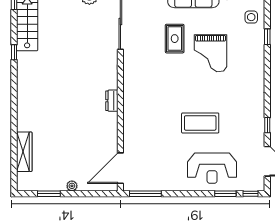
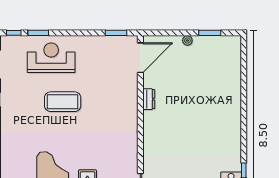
dresser: (112, 101) -> (149, 99), moved
wardrobe: (24, 152) -> (234, 74), removed
window: (145, 194) -> (116, 33), width x0.69

